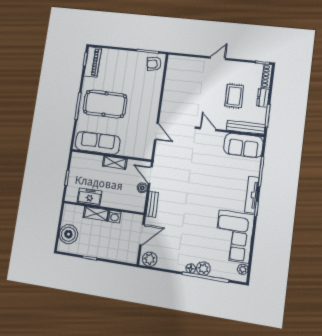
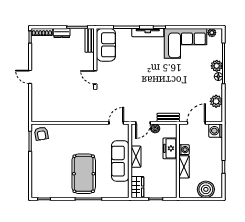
piano: (93, 62) -> (45, 191), removed
rug: (234, 96) -> (63, 58), removed
bench: (246, 127) -> (90, 40), width x0.73
door: (208, 129) -> (95, 77), hinge flipped
door: (156, 132) -> (116, 123), moved
sofa: (98, 143) -> (120, 161), moved
wardrobe: (82, 160) -> (137, 187), added
freezer: (90, 197) -> (170, 148), moved
door: (142, 235) -> (196, 123), hinge flipped
washing machine: (130, 255) -> (216, 131), added
plant: (150, 259) -> (216, 101), moved

